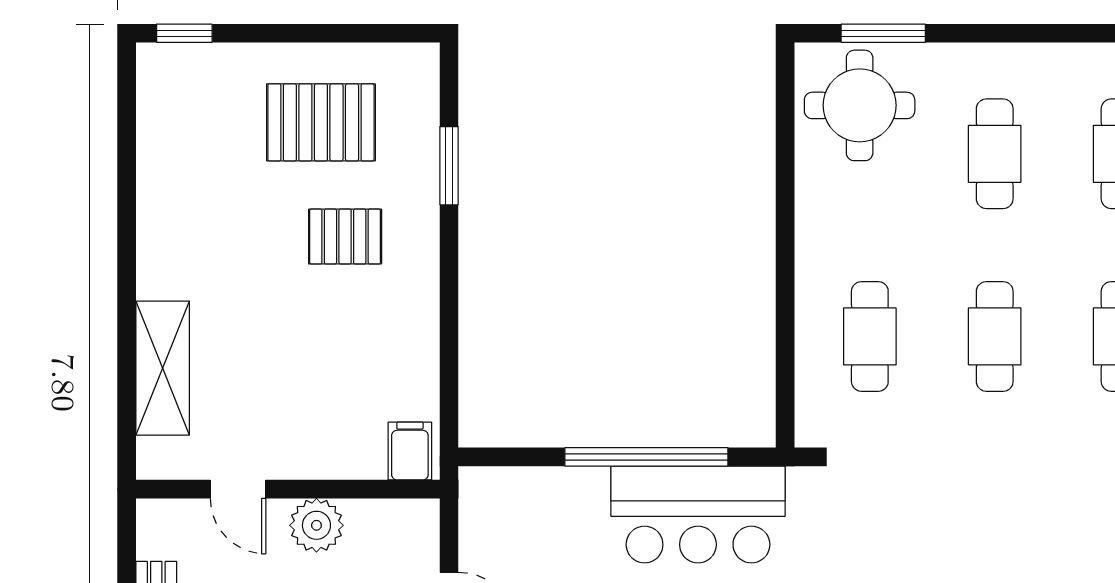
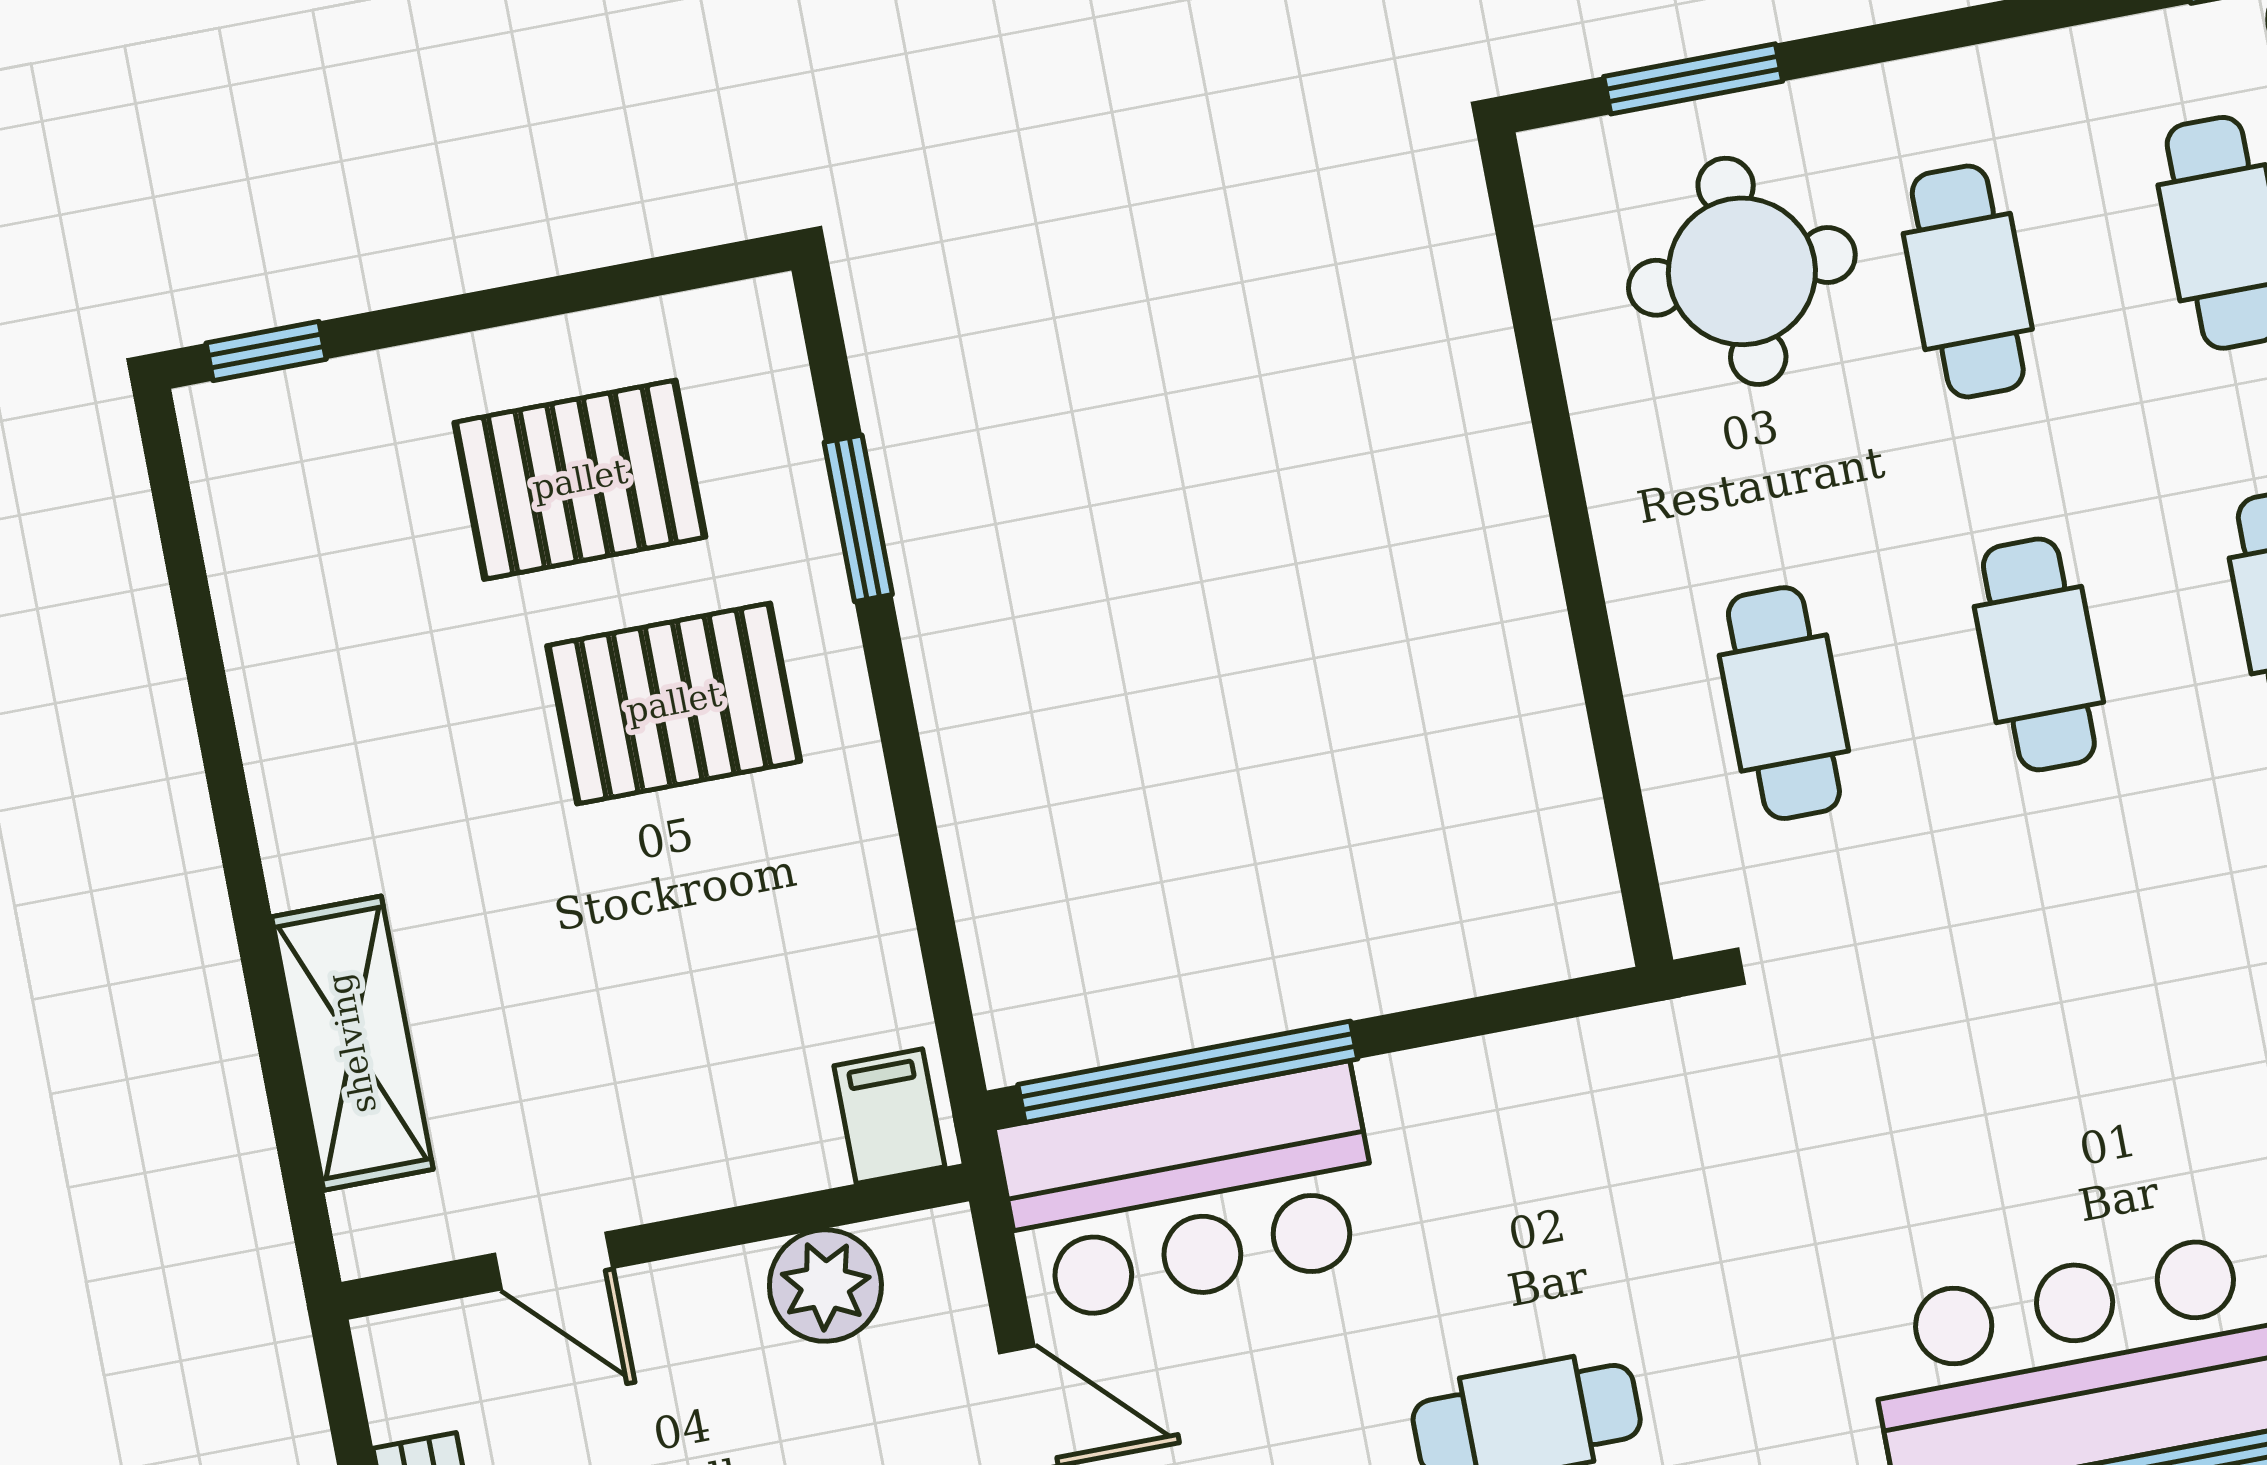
round table: (860, 105) -> (1742, 271), moved
pallet: (345, 237) -> (674, 703), width x1.50, depth x1.42
window: (646, 457) -> (1188, 1072), moved
bar counter: (698, 515) -> (1191, 1193), moved
plant: (316, 525) -> (825, 1286), moved

